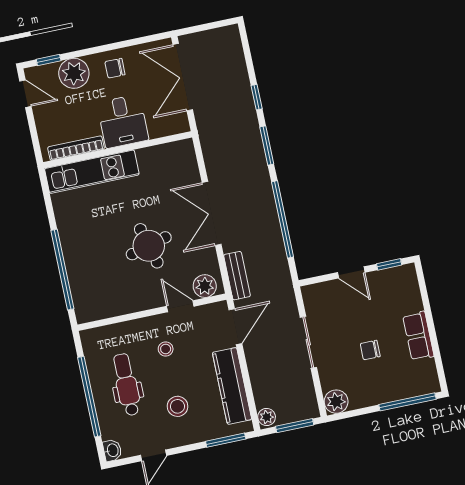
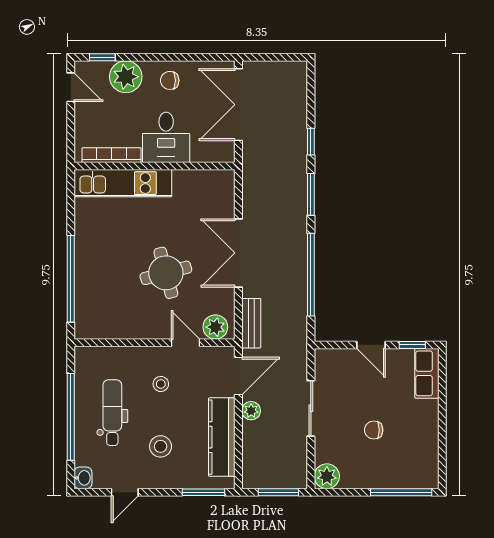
row of seats: (418, 336) -> (427, 373), moved
plant: (267, 417) -> (251, 411), moved

